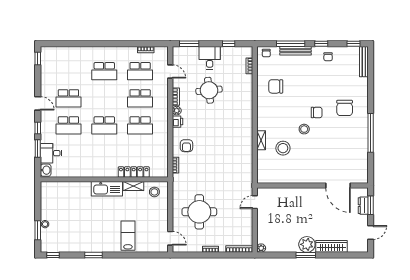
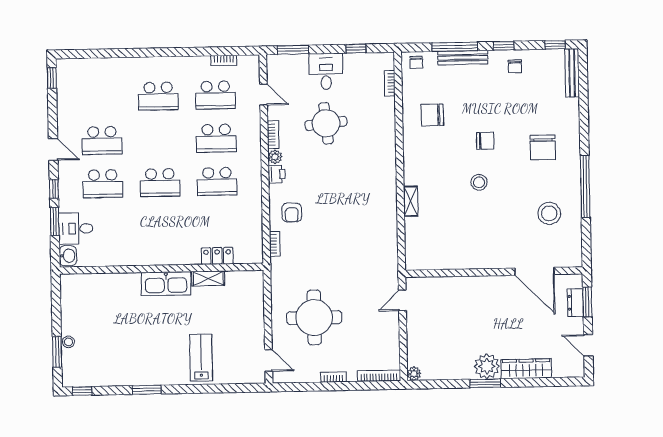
chair: (317, 113) -> (485, 141), moved
stool: (283, 148) -> (549, 213), moved
locker: (134, 172) -> (217, 256), width x0.66
stool: (154, 192) -> (242, 287), removed
door: (371, 232) -> (588, 345), swing flipped

